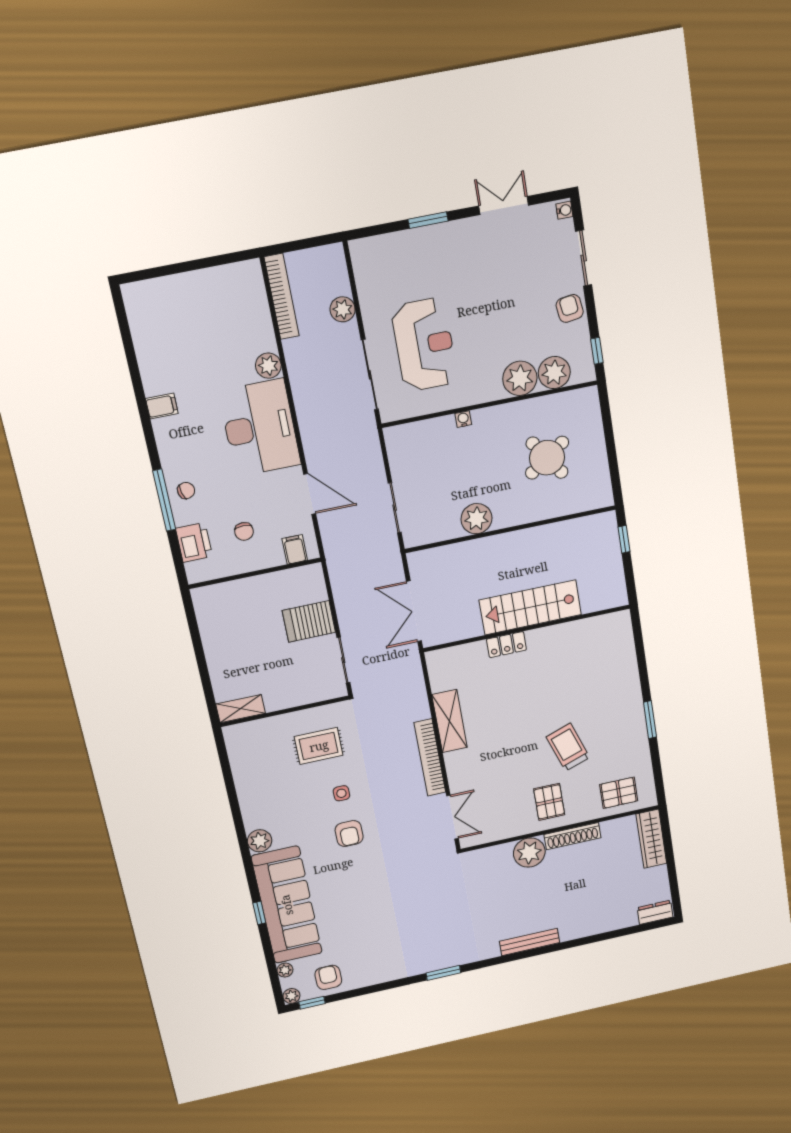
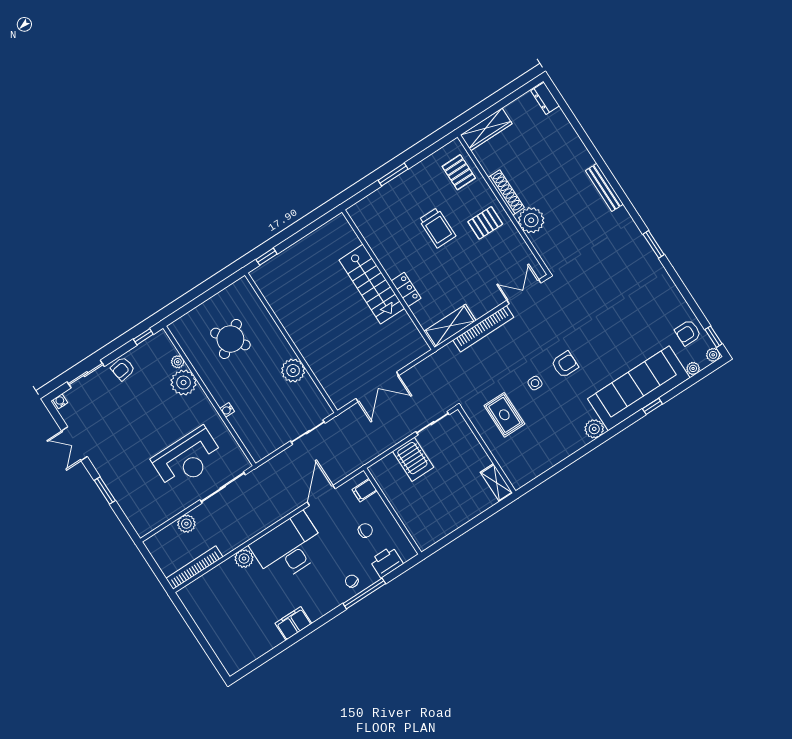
reception desk: (424, 345) -> (187, 458), turned 180
plant: (554, 373) -> (178, 362), width x0.53, depth x0.53
filing cabinet: (162, 406) -> (293, 623), width x2.00
stairs: (530, 607) -> (372, 284), moved
wall: (527, 628) -> (388, 280), moved
locker: (506, 645) -> (406, 290), moved
trolley: (568, 747) -> (437, 228), turned -71

